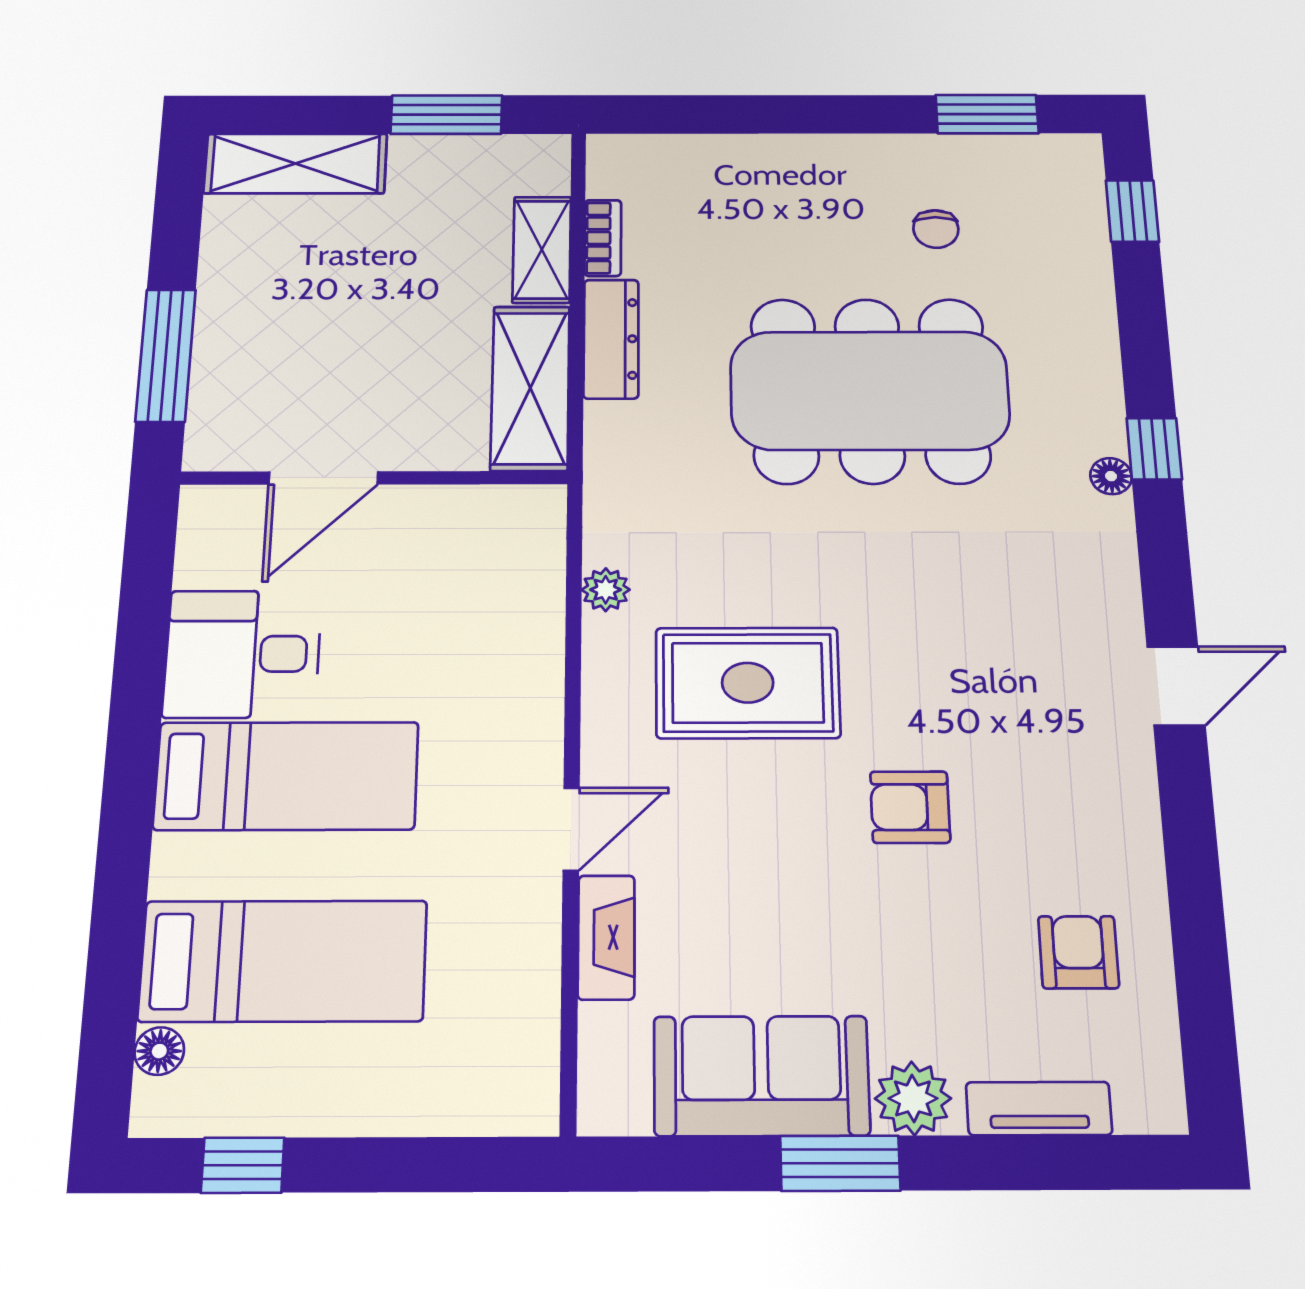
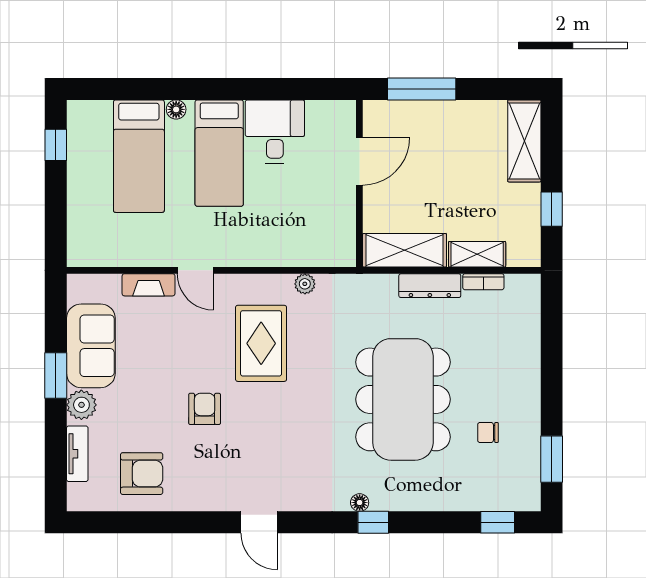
window: (447, 115) -> (552, 209), width x0.67
door: (323, 478) -> (359, 161), swing flipped
armchair: (1078, 952) -> (142, 474), width x1.38, depth x1.38
floor lamp: (159, 1051) -> (176, 109), moved

